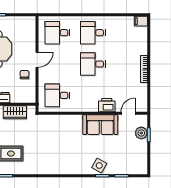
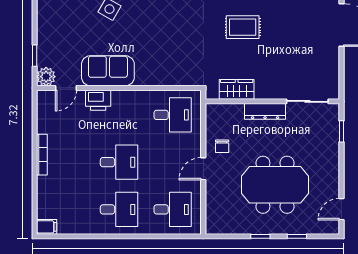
plant: (141, 133) -> (46, 77), moved

